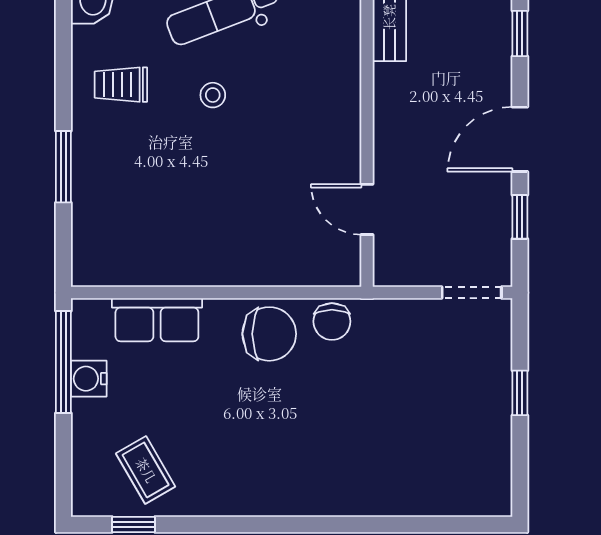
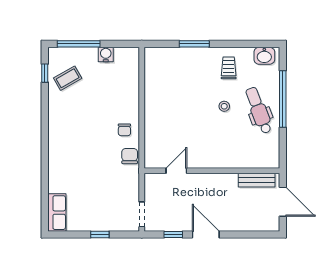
window: (520, 34) -> (250, 235), removed
row of seats: (157, 320) -> (57, 213), moved, turned 180
chair: (332, 321) -> (130, 156), turned 90
chair: (269, 334) -> (124, 130), width x0.54, depth x0.54
window: (63, 362) -> (79, 44), moved

